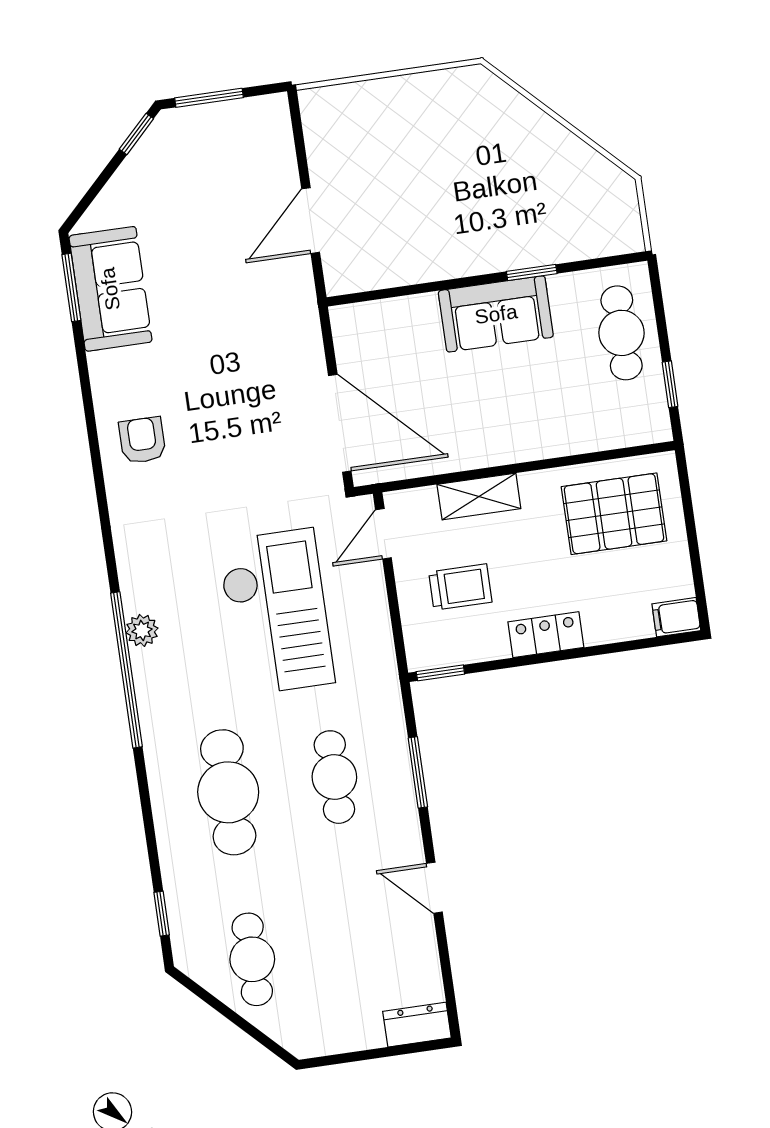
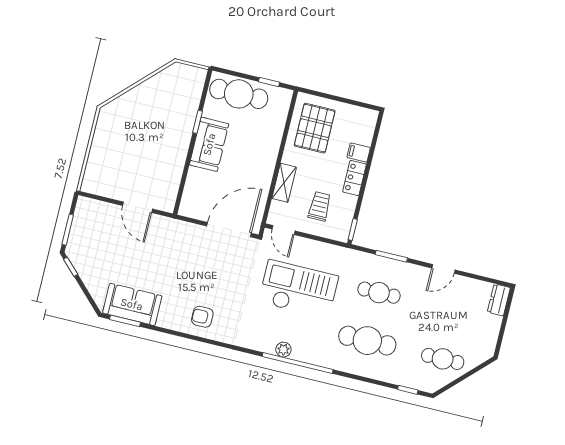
cafe table: (622, 333) -> (239, 94), width x1.37, depth x1.35
filing cabinet: (676, 617) -> (359, 153), moved, turned 90

